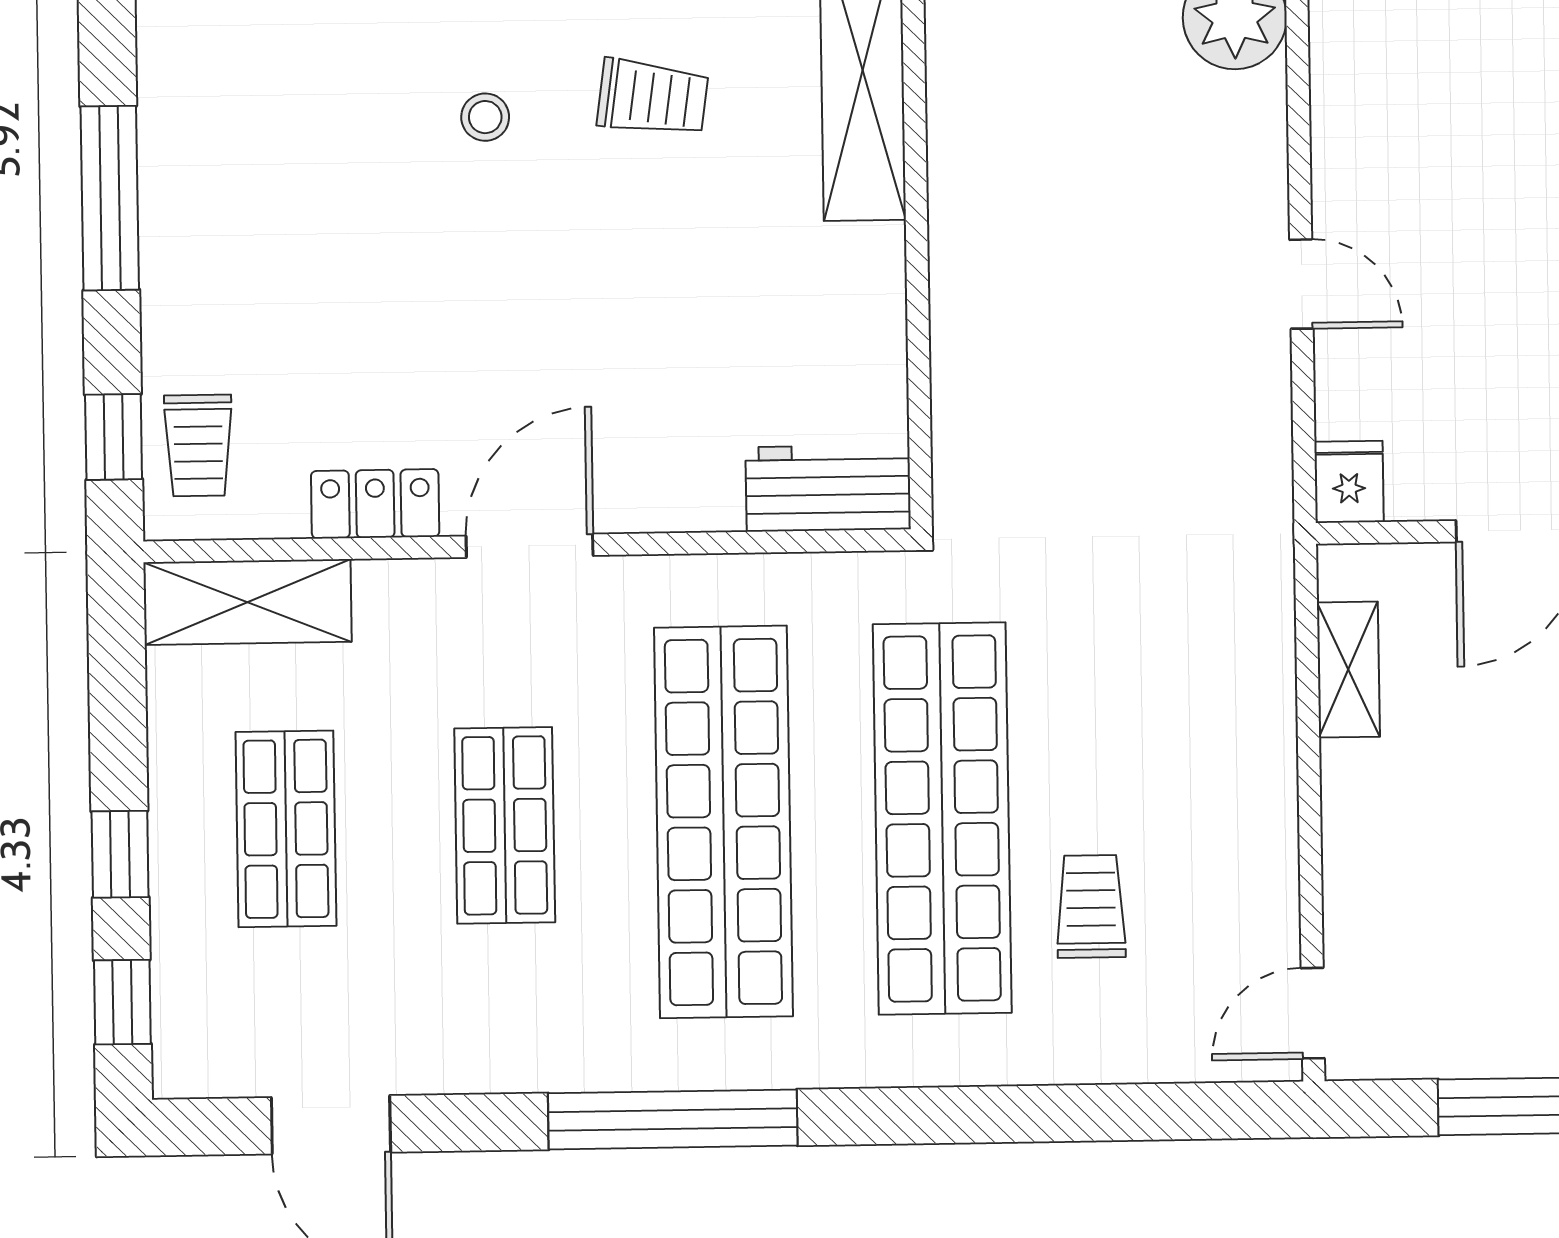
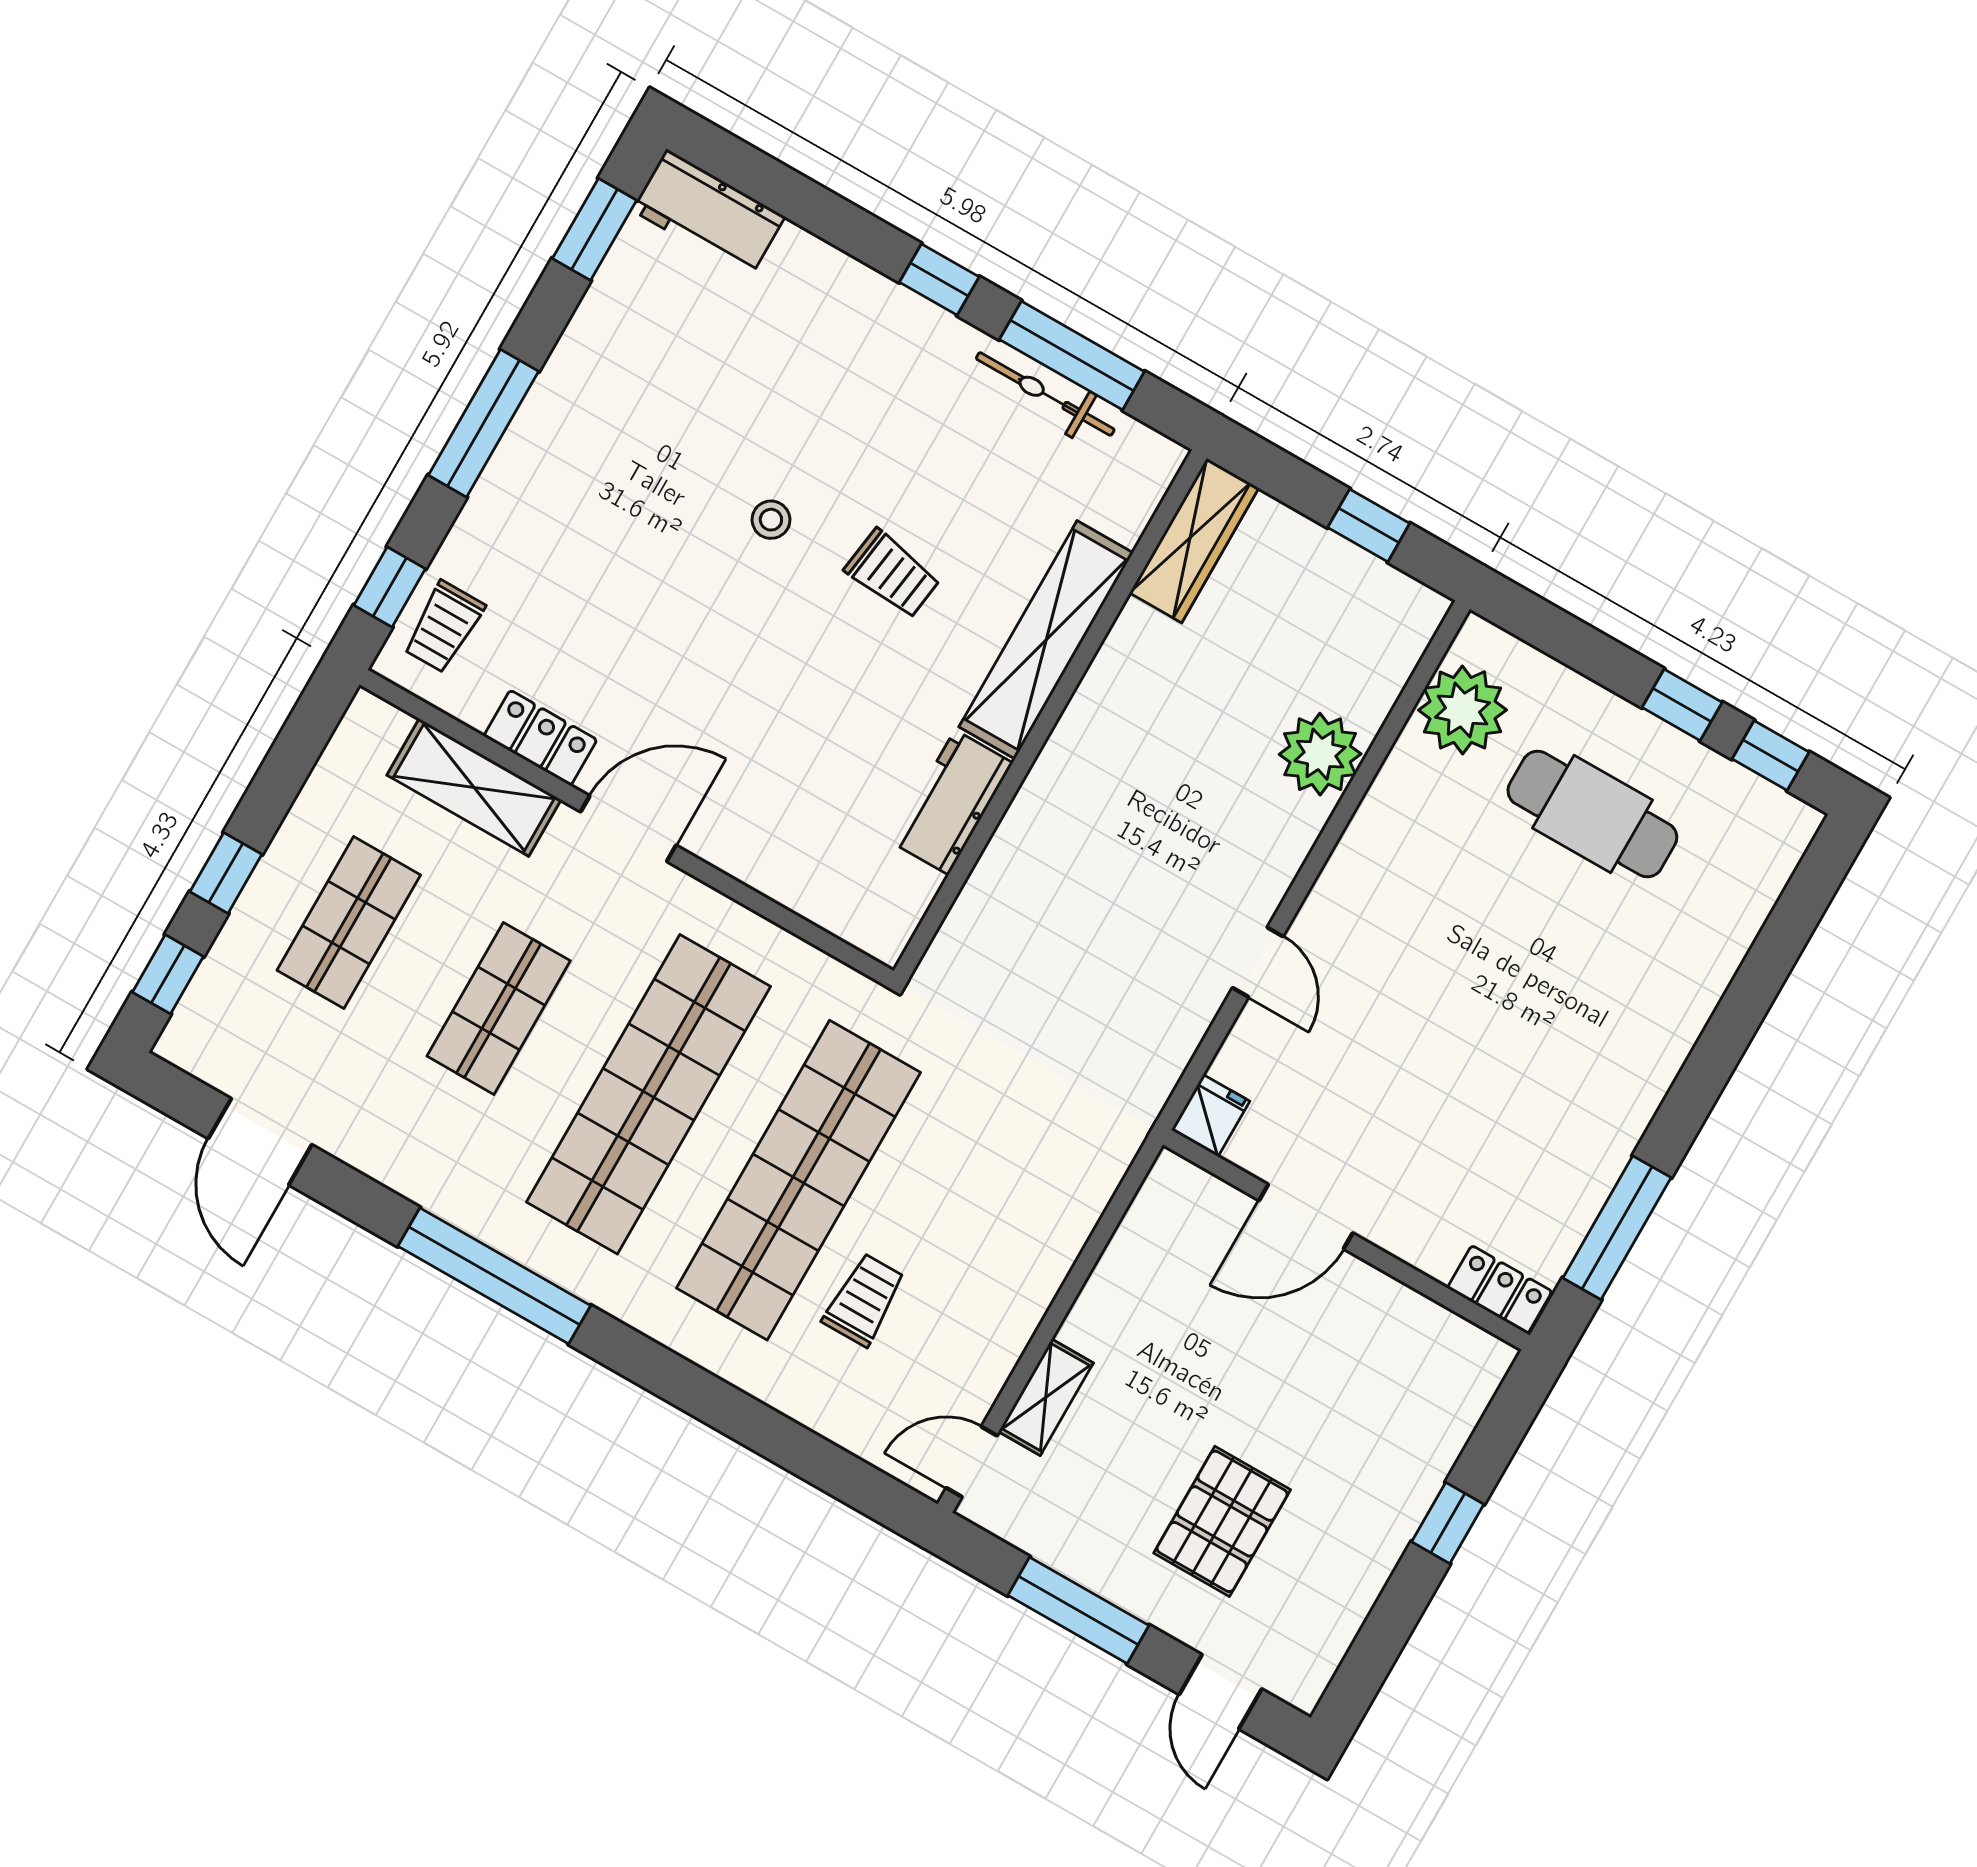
workbench: (828, 488) -> (952, 802), moved, turned -90
shelving: (248, 602) -> (474, 787), moved
shelving: (1348, 670) -> (1046, 1397), moved

